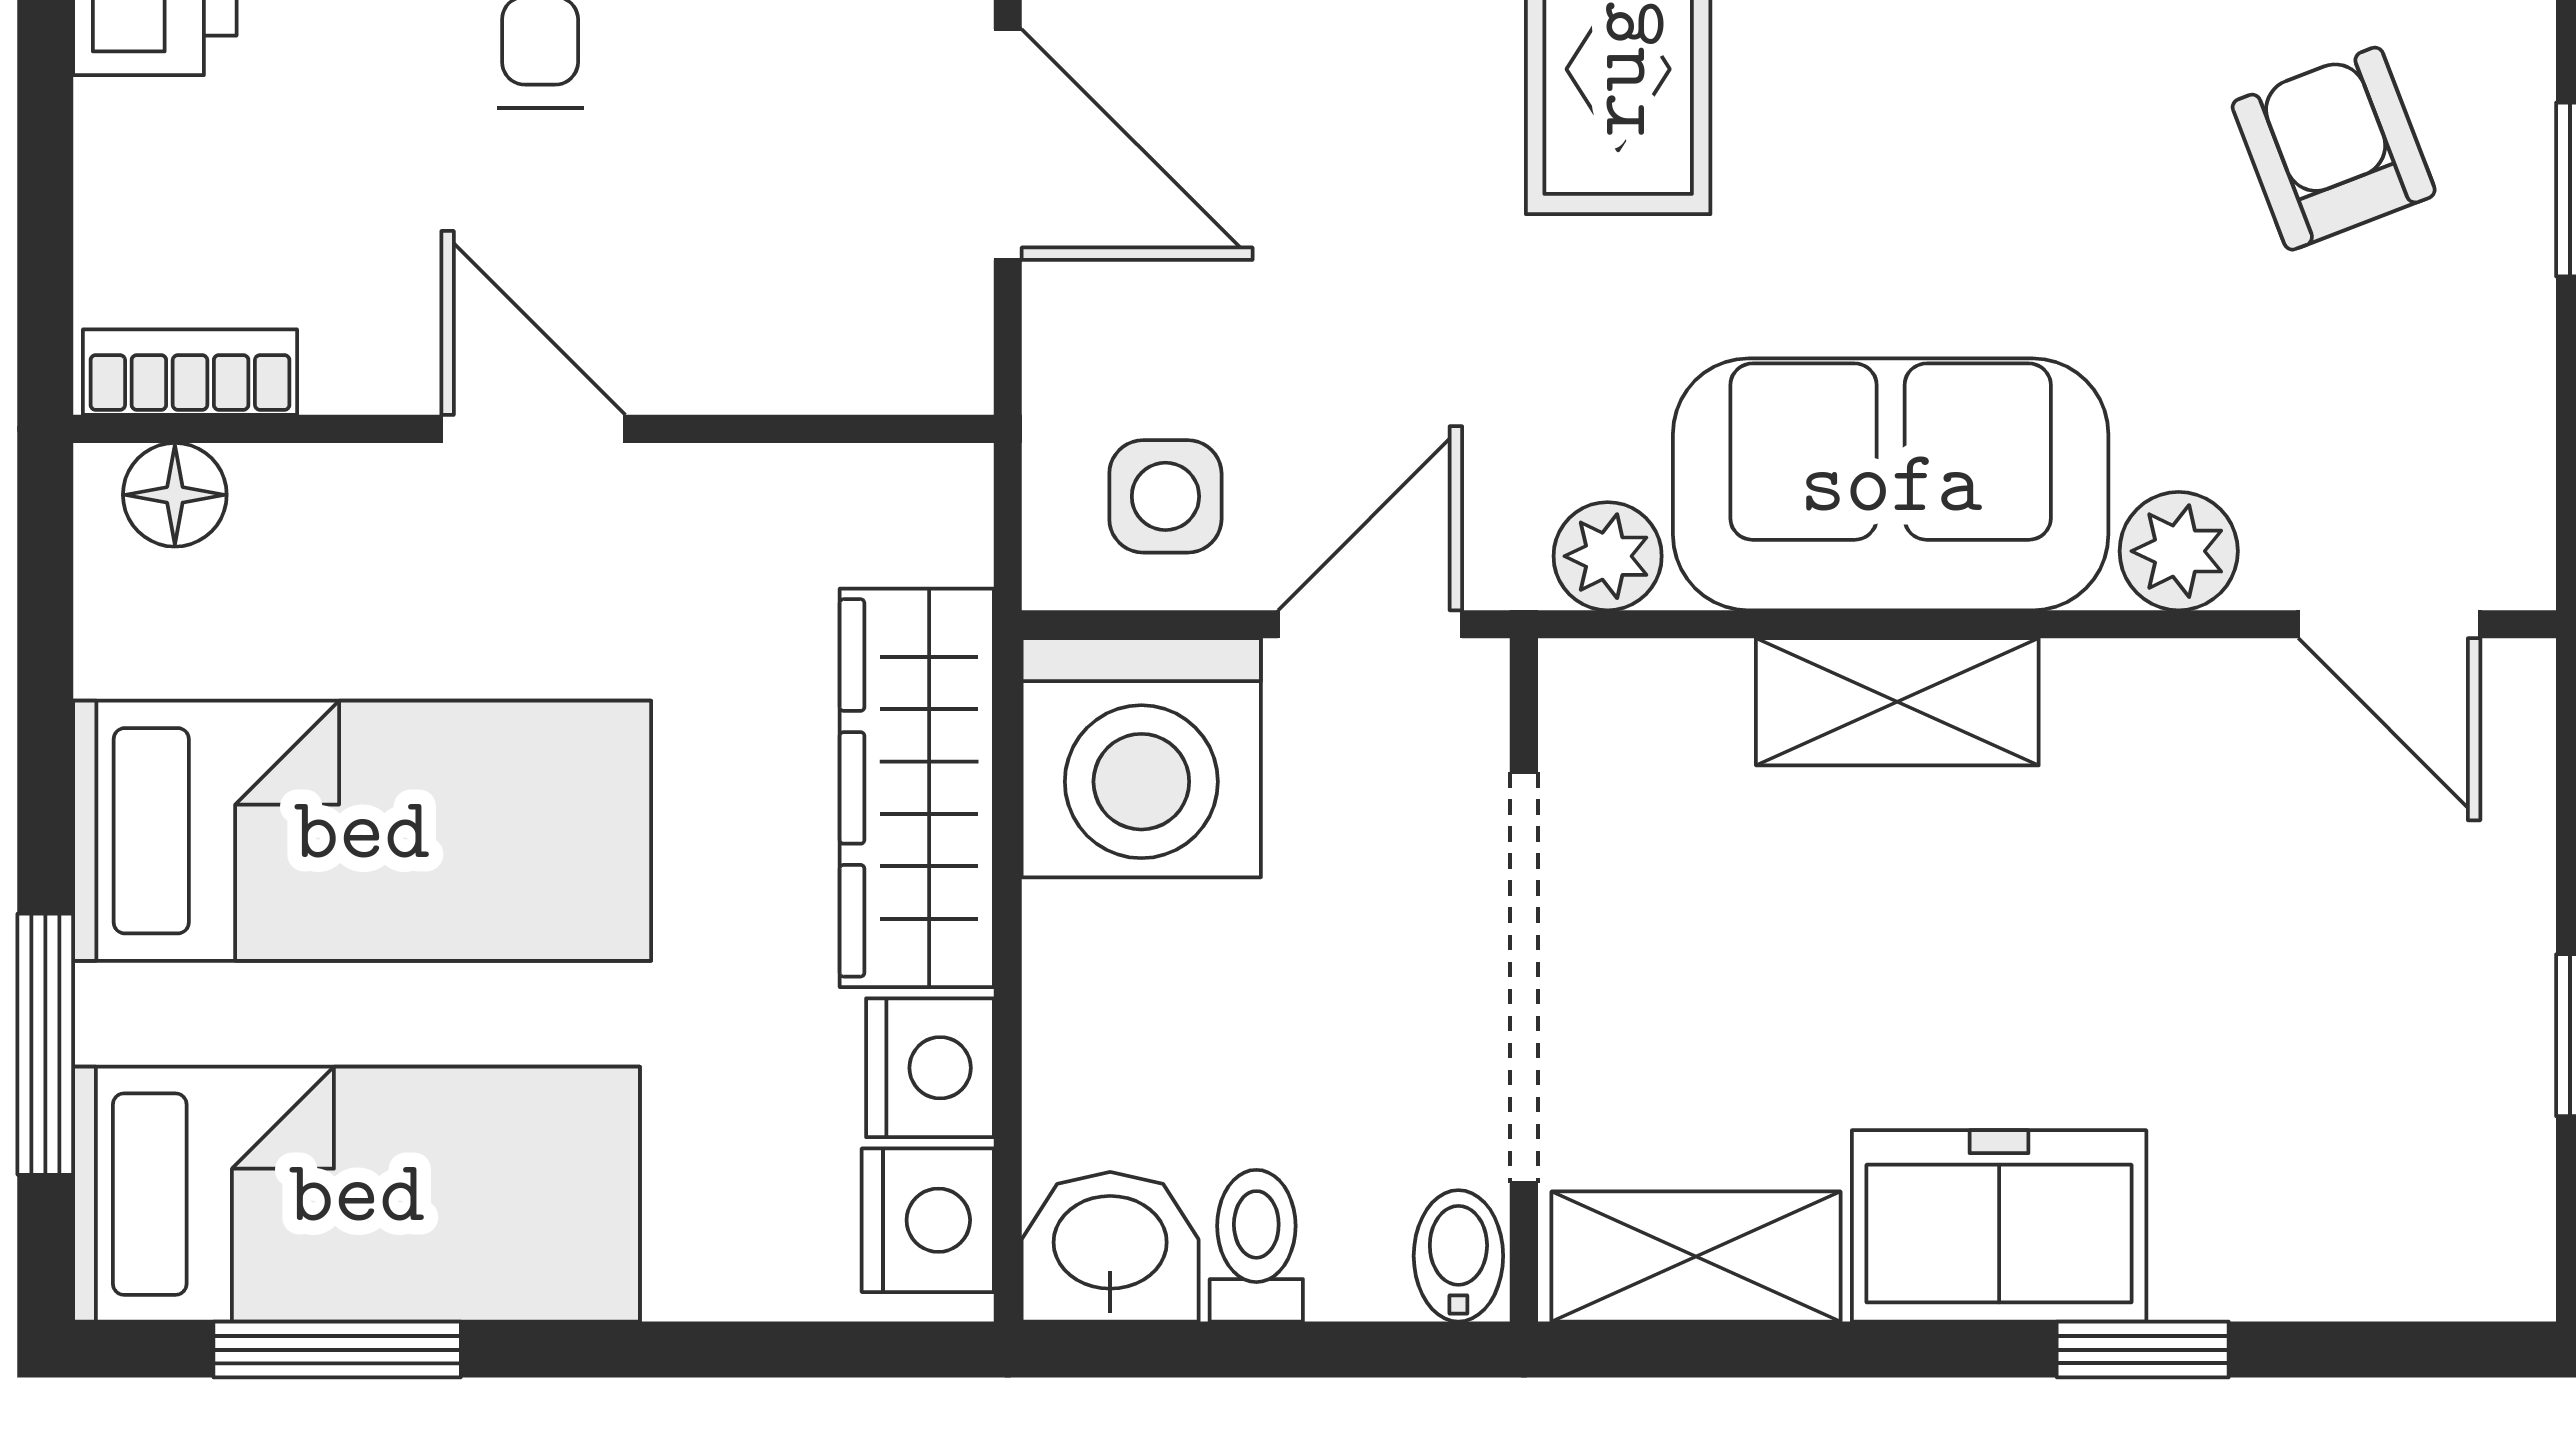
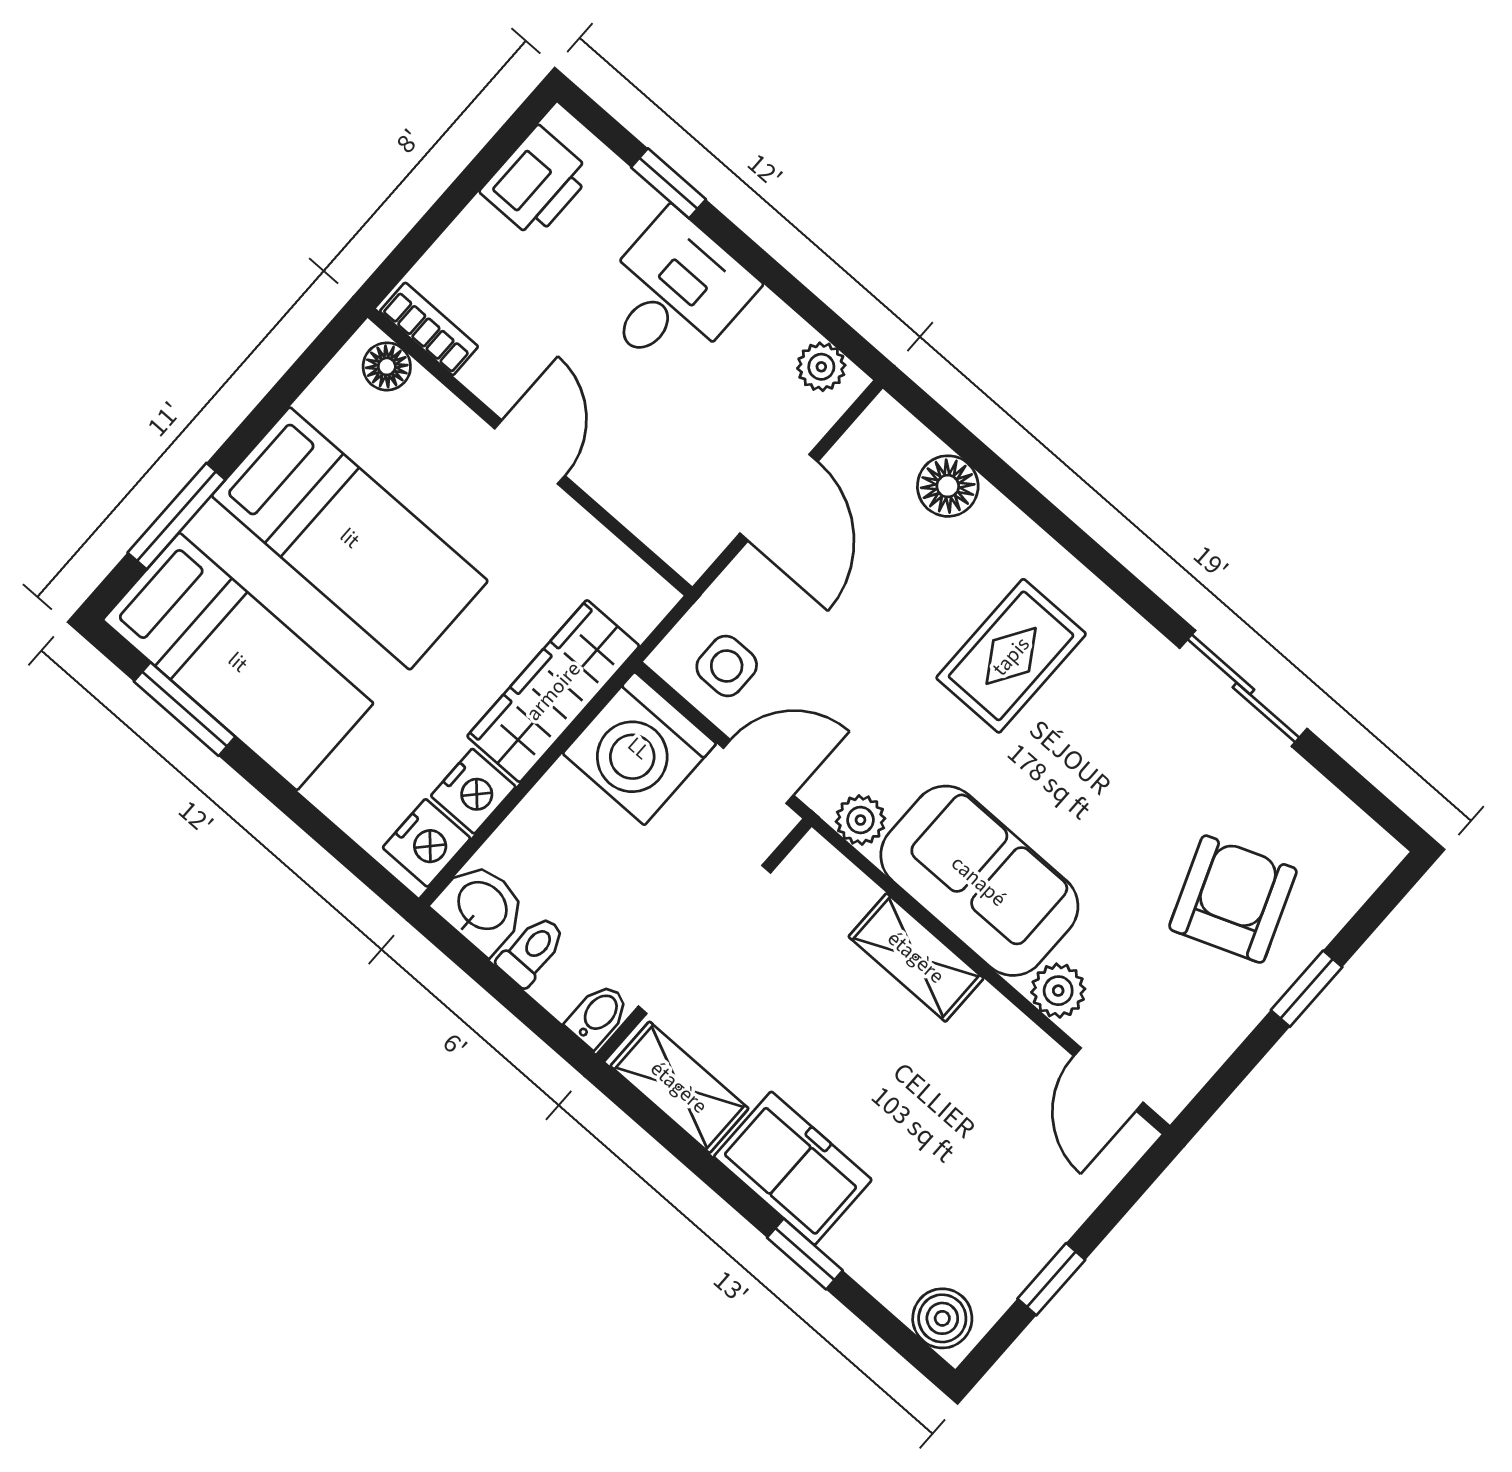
armchair: (2334, 149) -> (1233, 899), width x1.38, depth x1.38
boiler: (2461, 1257) -> (942, 1318), added

